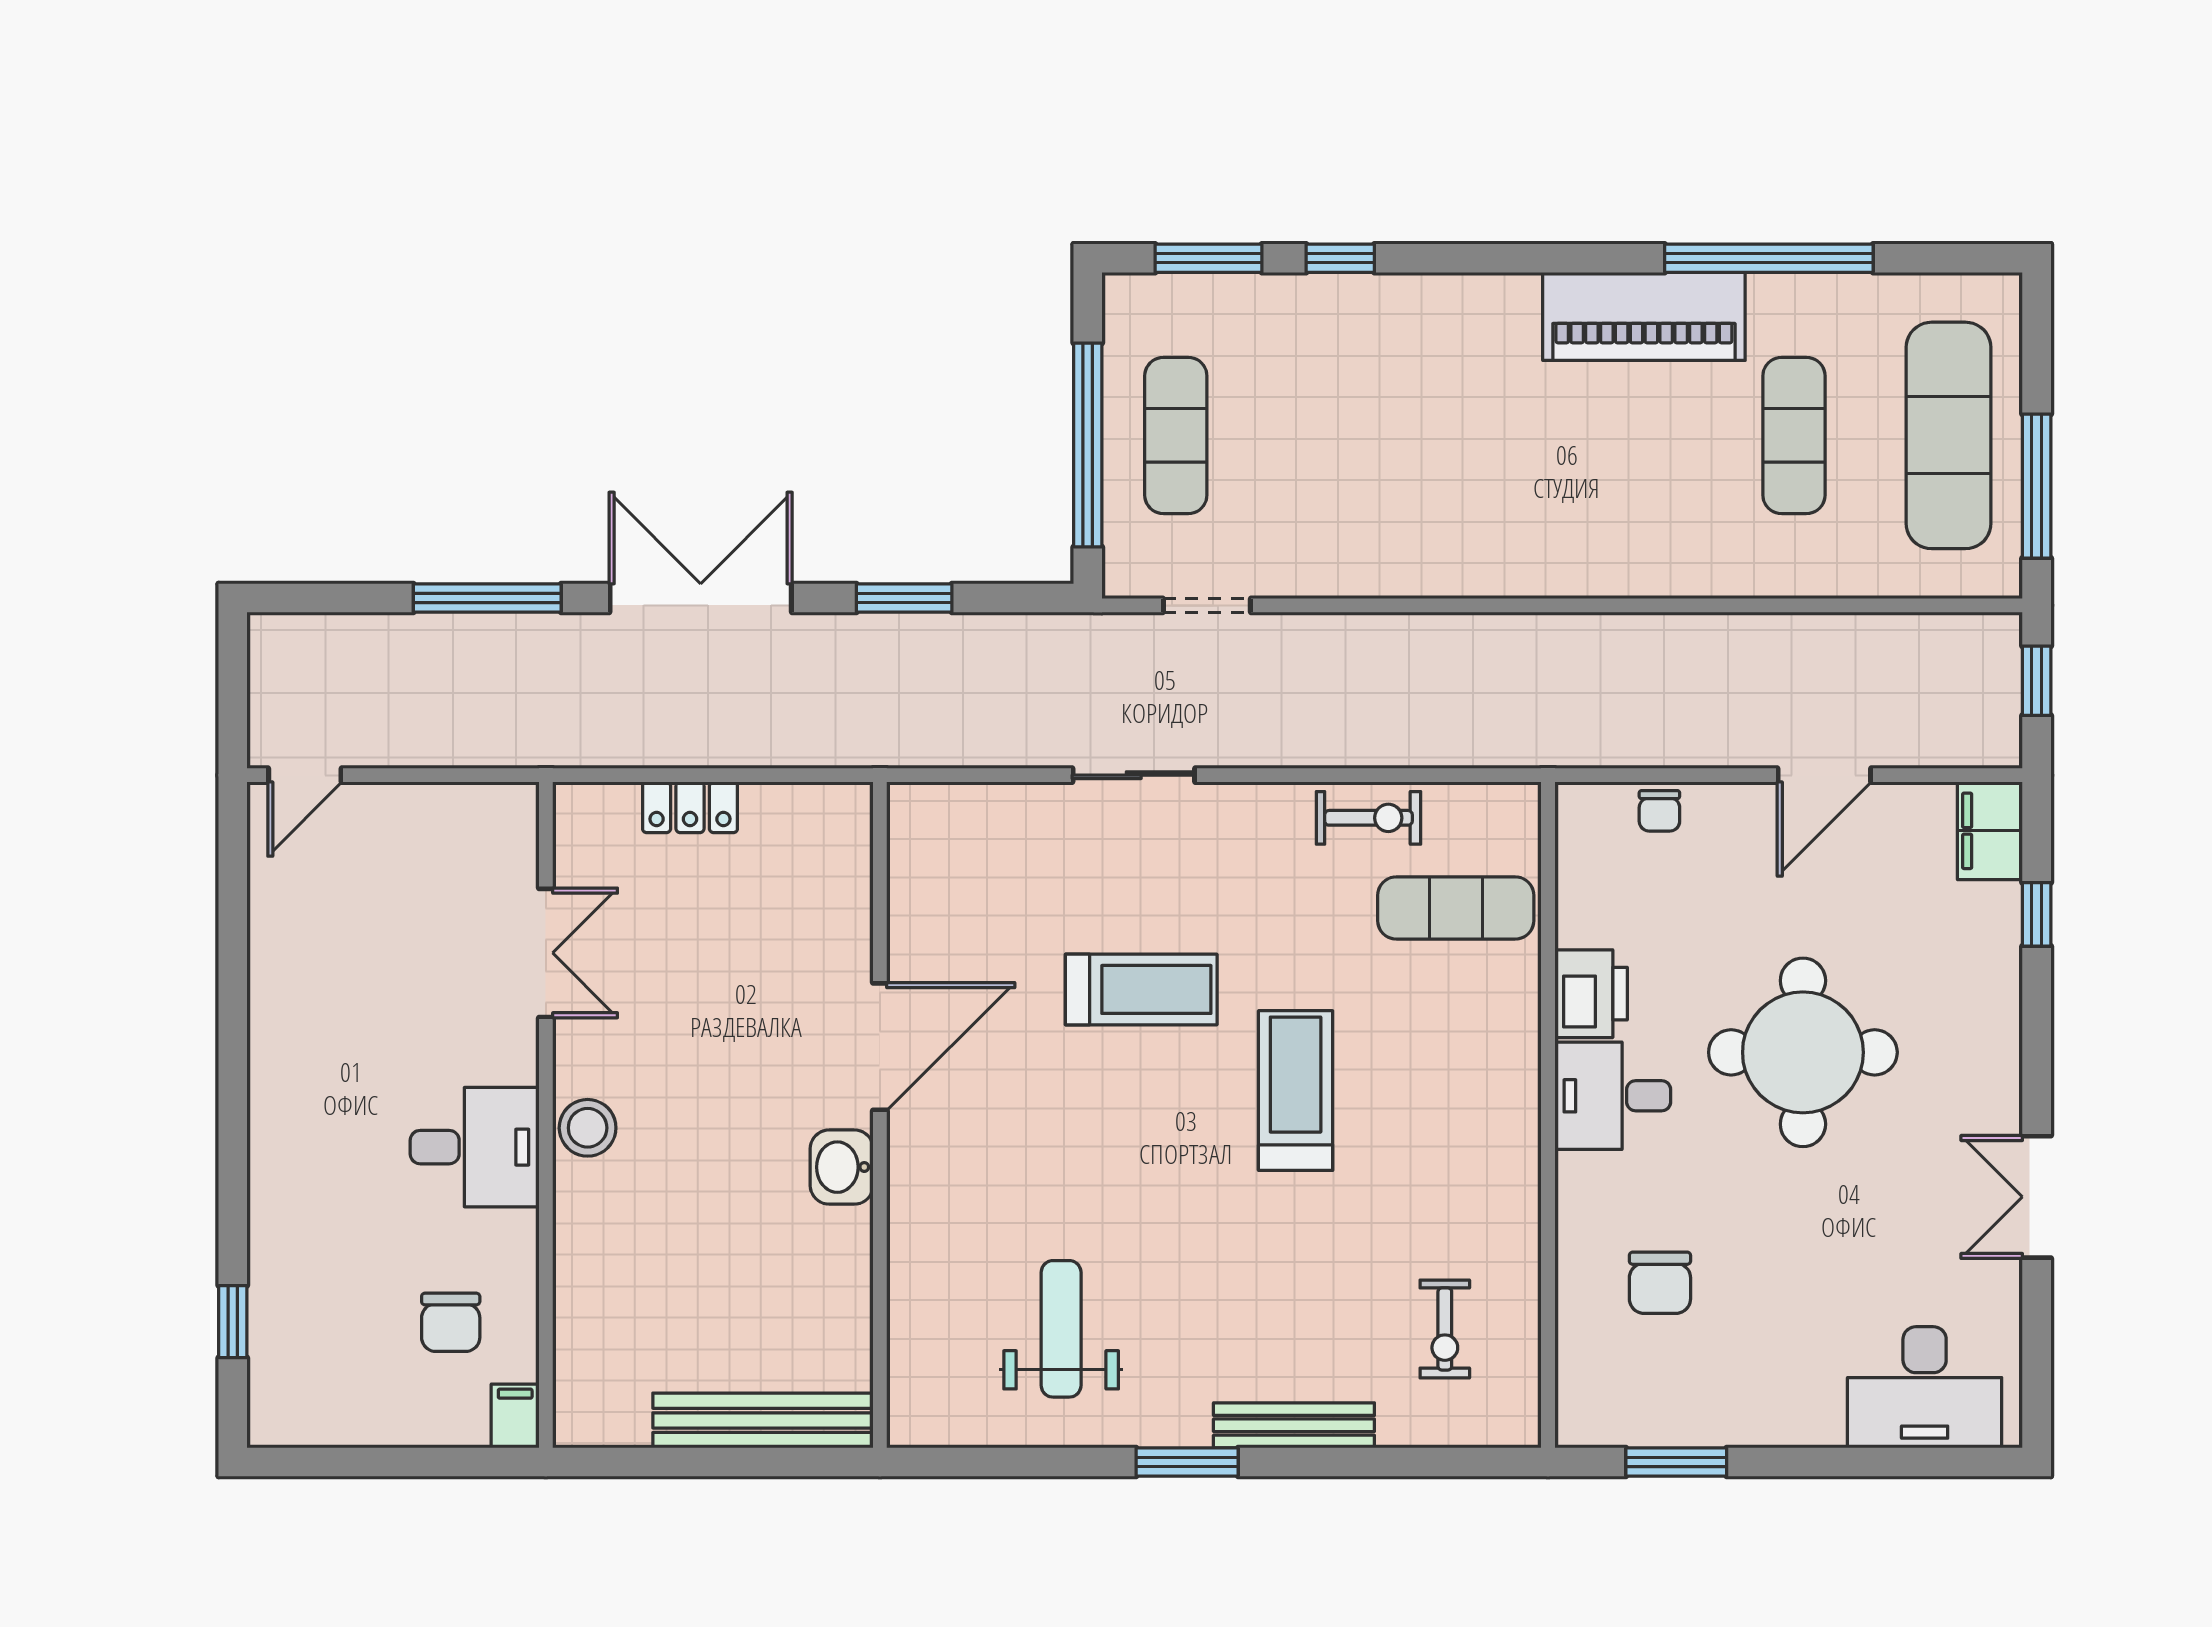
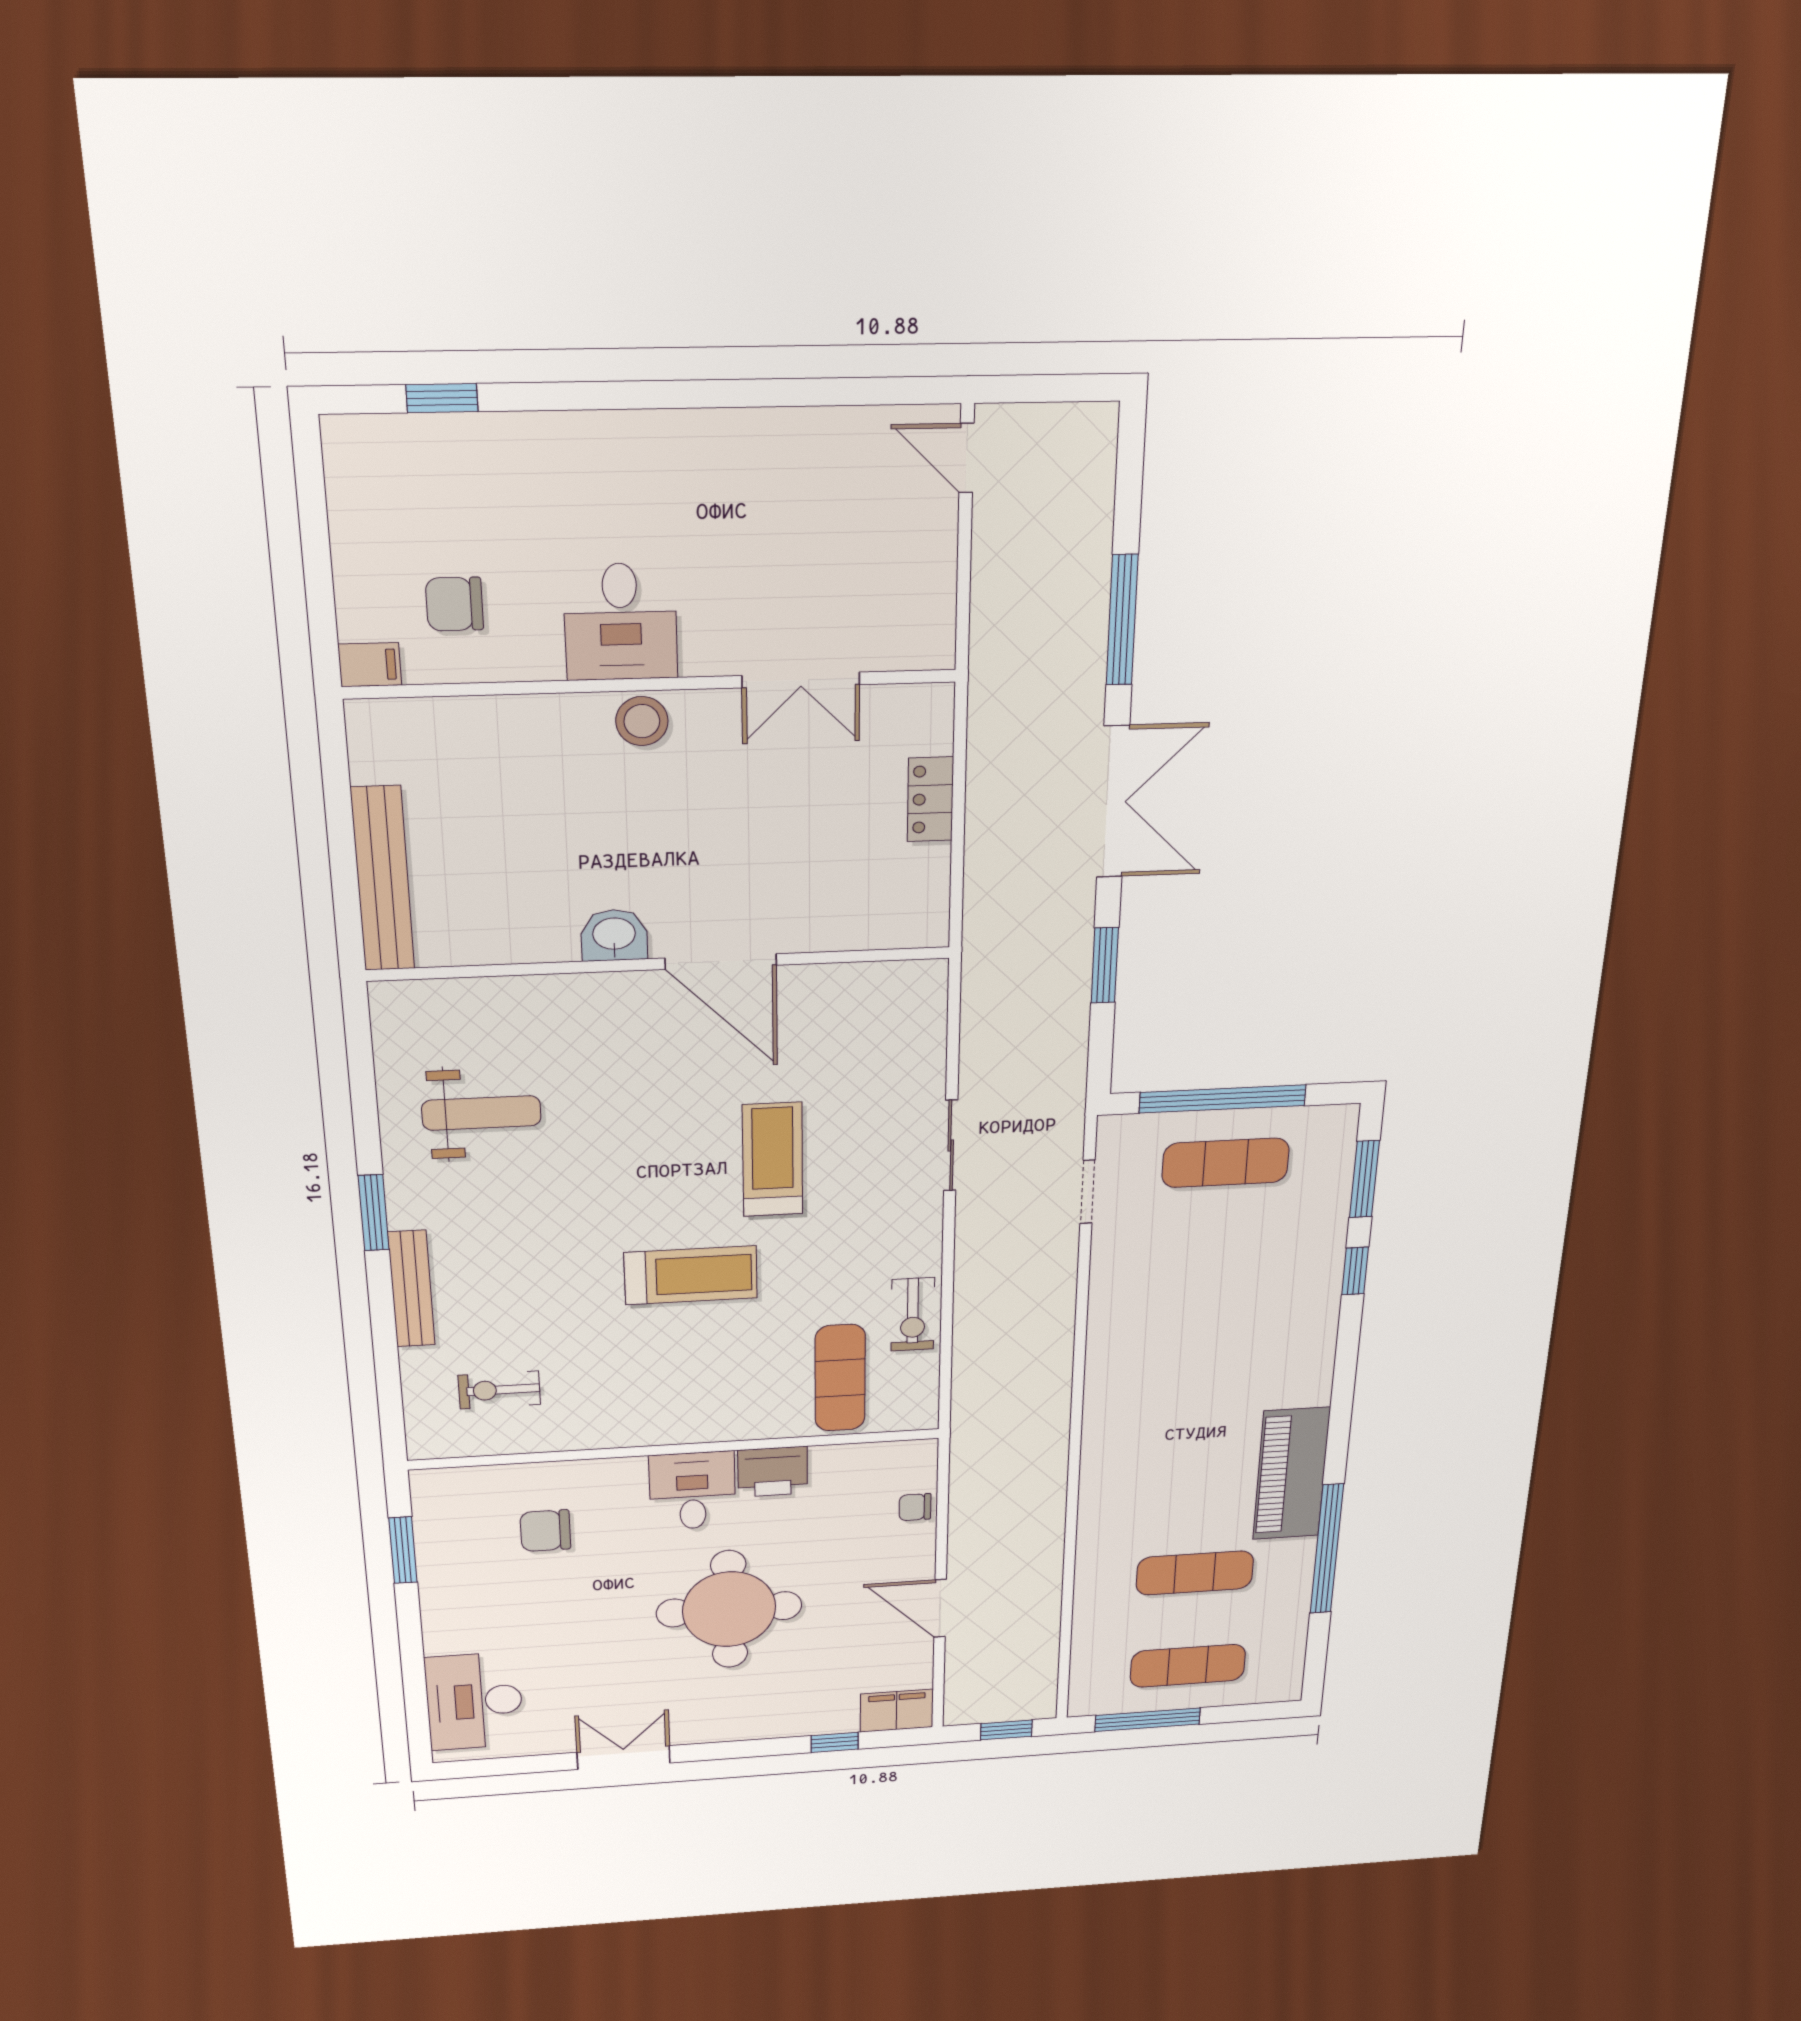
exercise mat: (1949, 435) -> (1188, 1666), width x0.73, depth x0.69
treadmill: (1141, 989) -> (773, 1160), turned 180

